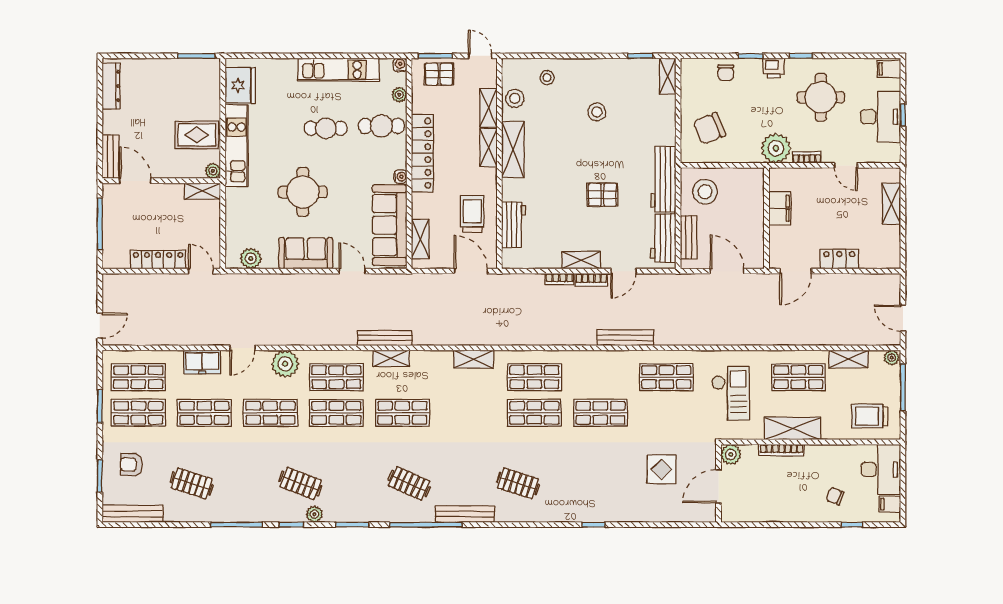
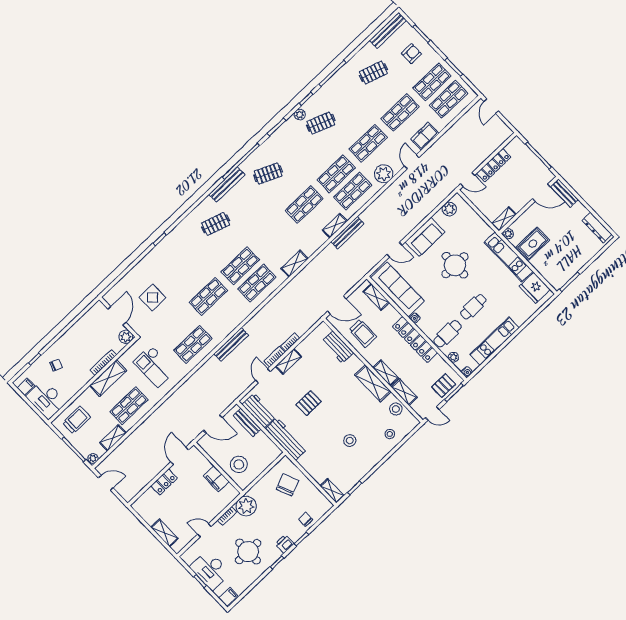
stool: (705, 192) -> (239, 464), moved

